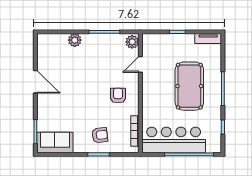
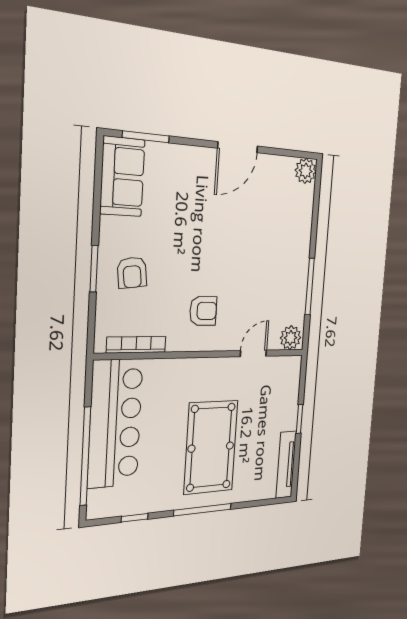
tv unit: (208, 39) -> (286, 465), width x1.41
plant: (75, 40) -> (306, 171), moved
door: (140, 64) -> (253, 353), hinge flipped
pool table: (189, 86) -> (211, 447), turned 90

